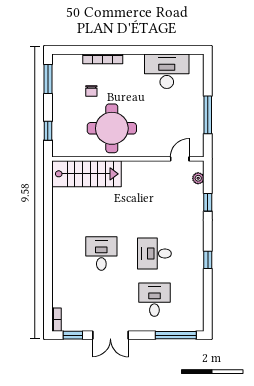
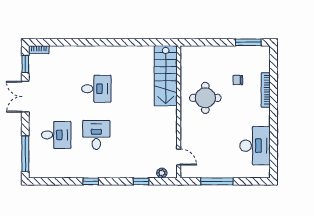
round table: (112, 128) -> (205, 98), width x0.73, depth x0.73
window: (48, 131) -> (203, 42), removed

